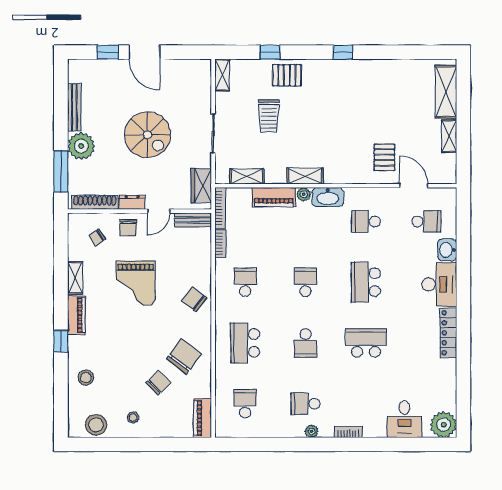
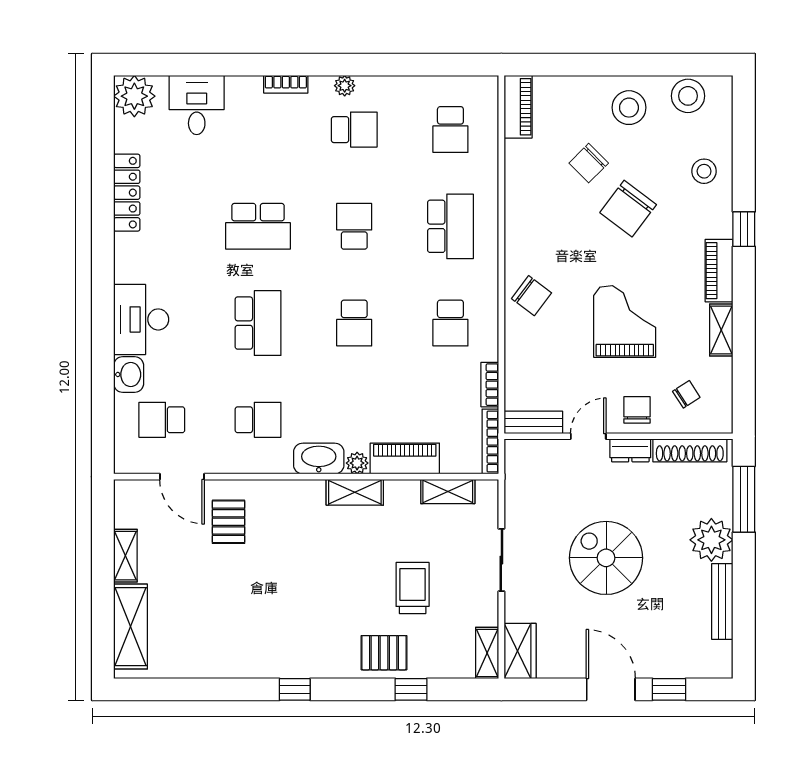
wardrobe: (201, 186) -> (520, 651), moved
locker: (448, 333) -> (127, 193), moved
chair: (184, 356) -> (628, 209), moved
stool: (133, 417) -> (629, 108), width x1.89, depth x1.89

